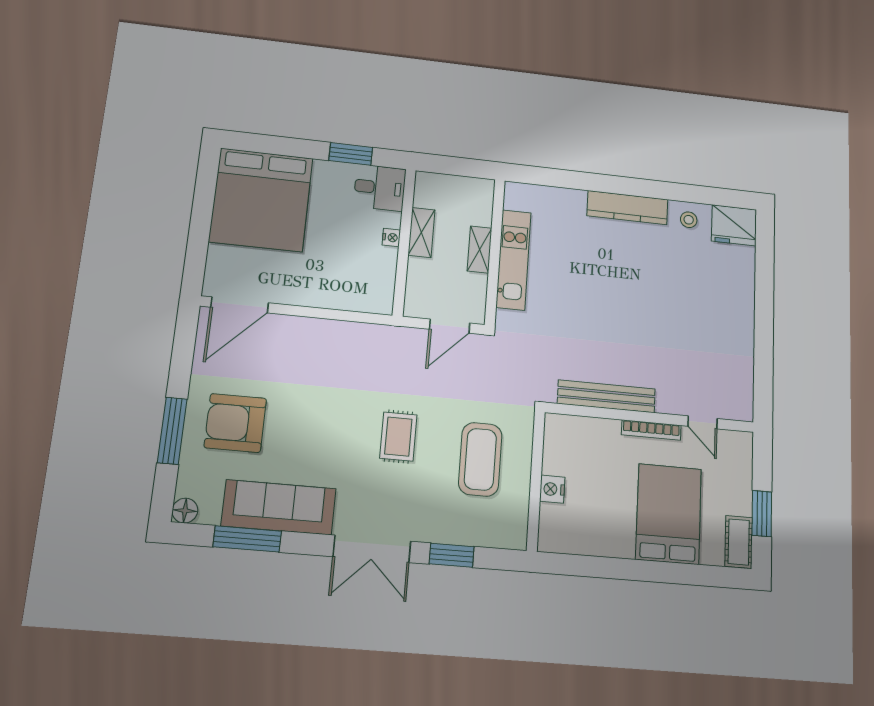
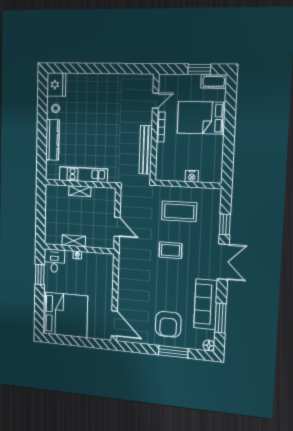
shelving: (480, 250) -> (80, 191), moved
wall: (495, 252) -> (80, 184), moved
kitchen unit: (513, 260) -> (83, 175), moved

